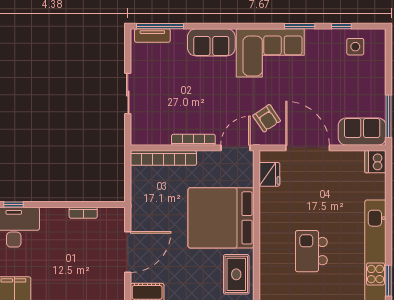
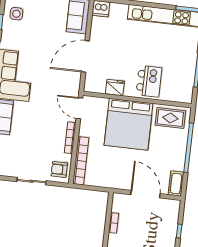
armchair: (267, 118) -> (59, 169), moved, turned -146
fridge: (269, 174) -> (115, 88), moved
kitchen island: (311, 251) -> (149, 81), moved, turned -90

